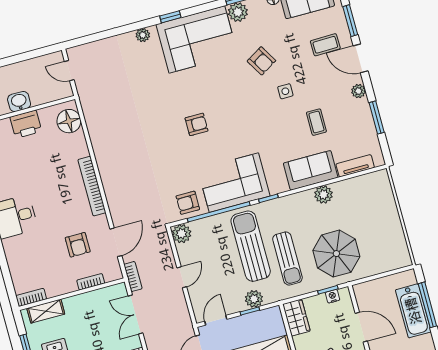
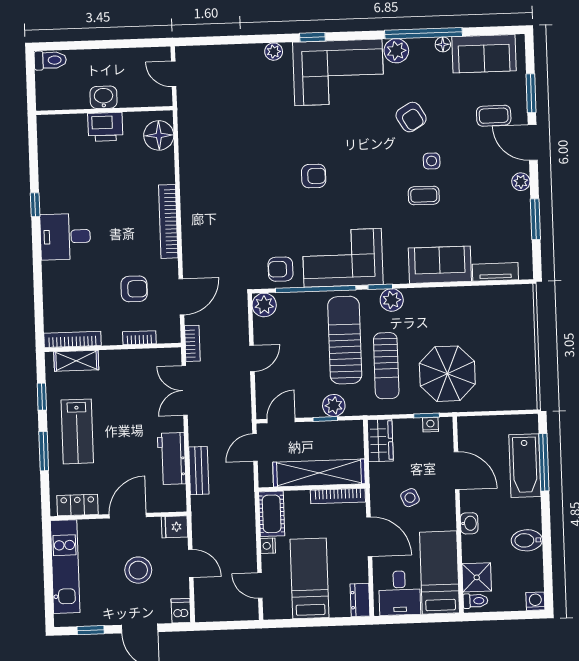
coffee table: (316, 122) -> (424, 195), moved, turned 90
plant: (323, 195) -> (392, 300), moved
armchair: (78, 245) -> (134, 289), turned -90
bookcase: (31, 297) -> (72, 339), width x1.56

